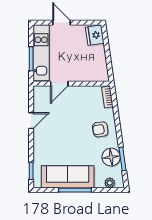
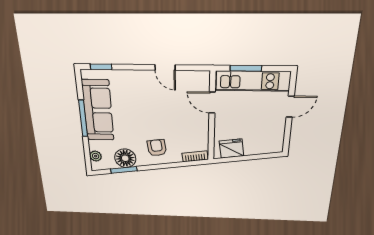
fridge: (95, 35) -> (231, 149), moved

